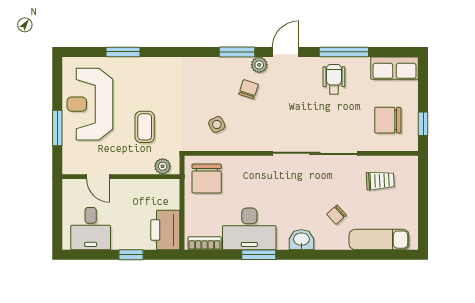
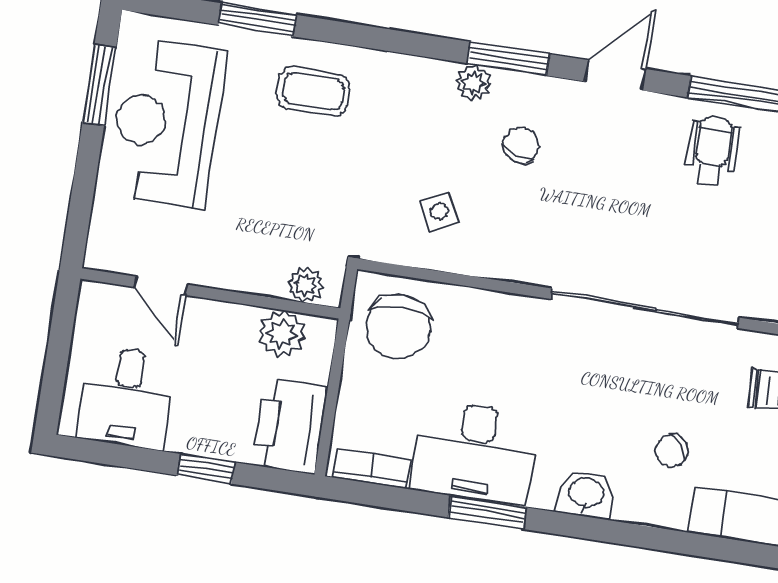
plant: (259, 65) -> (474, 82), moved
coffee table: (145, 127) -> (313, 91), moved, turned 90
window: (57, 128) -> (99, 85), moved
plant: (155, 190) -> (281, 334), added

